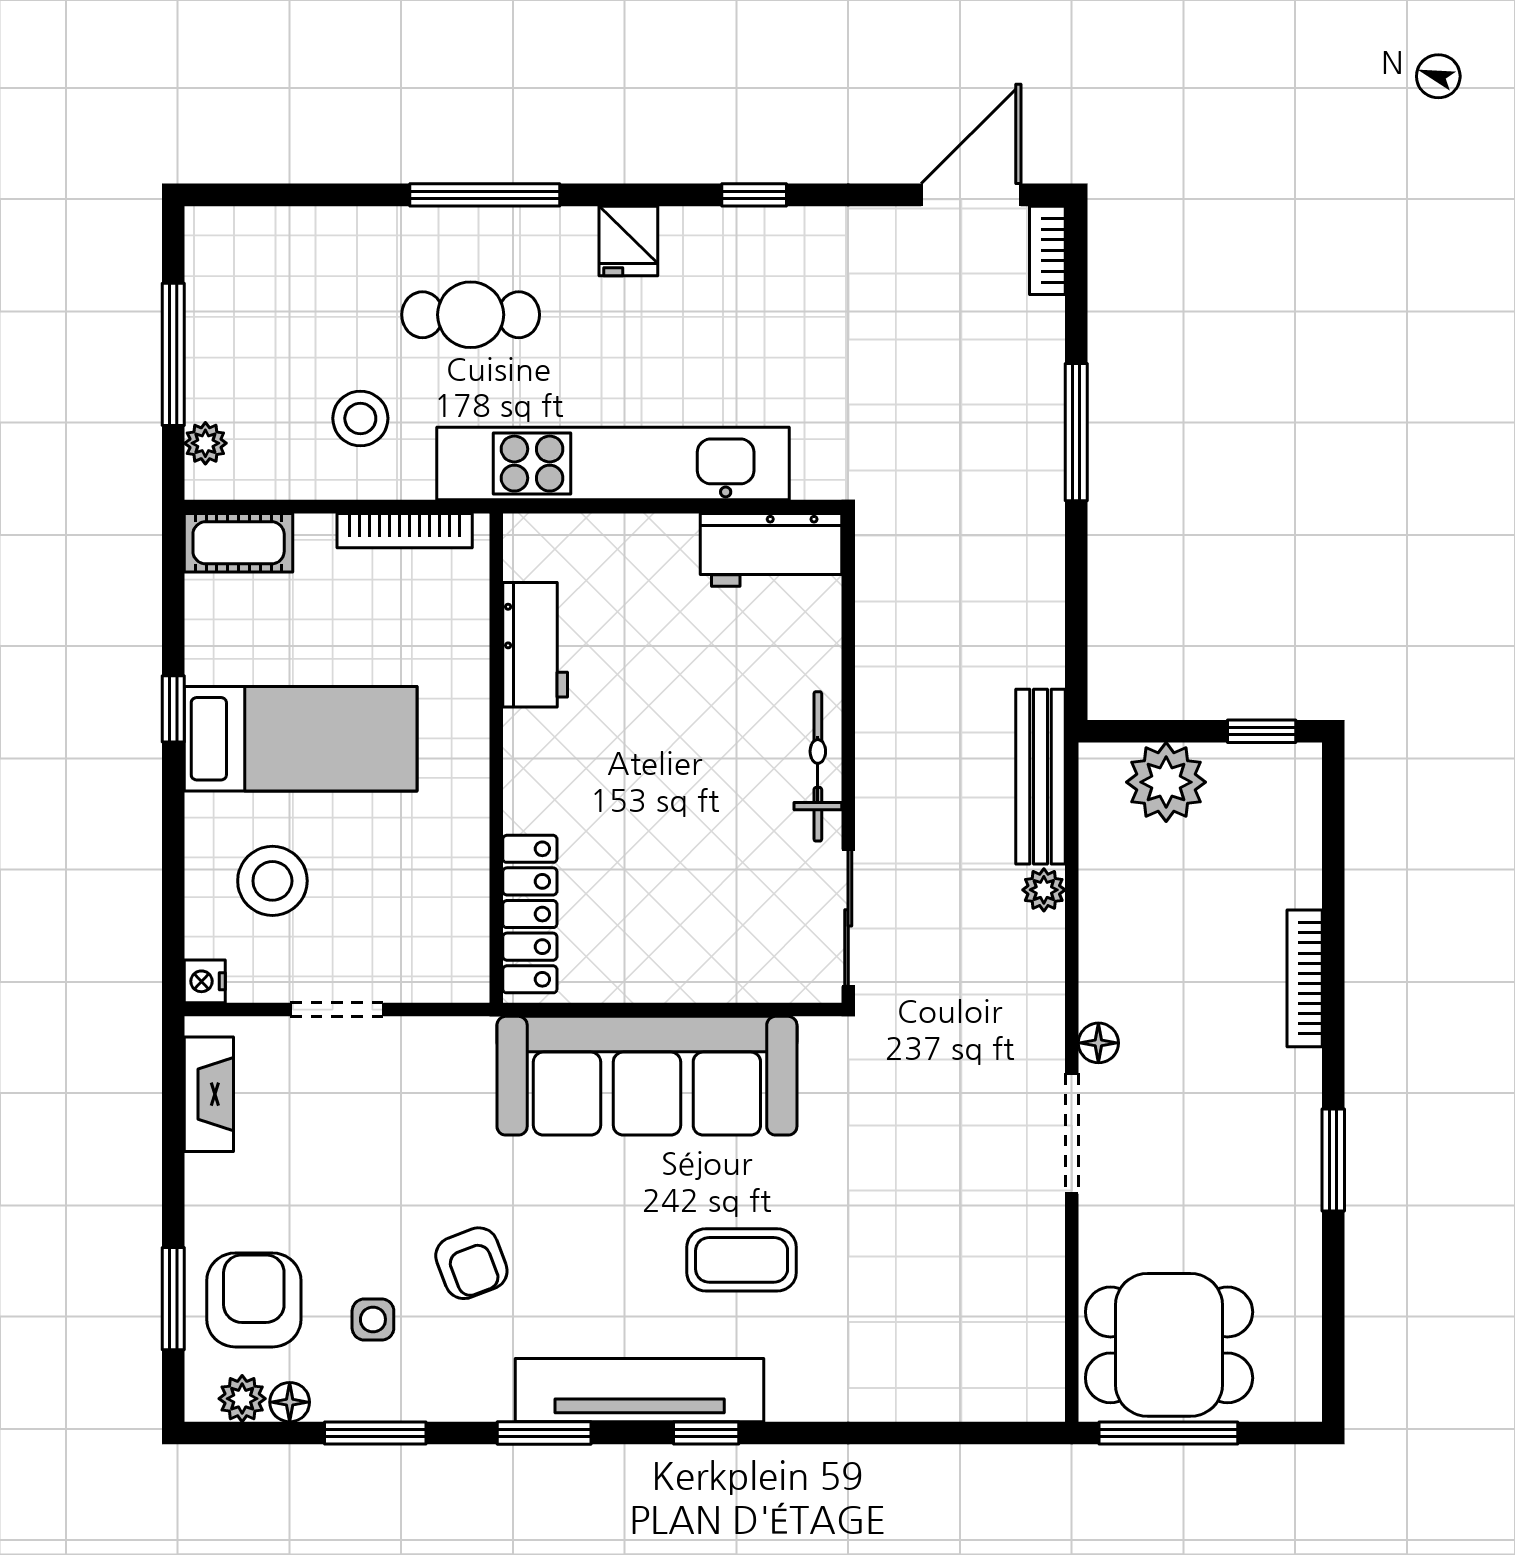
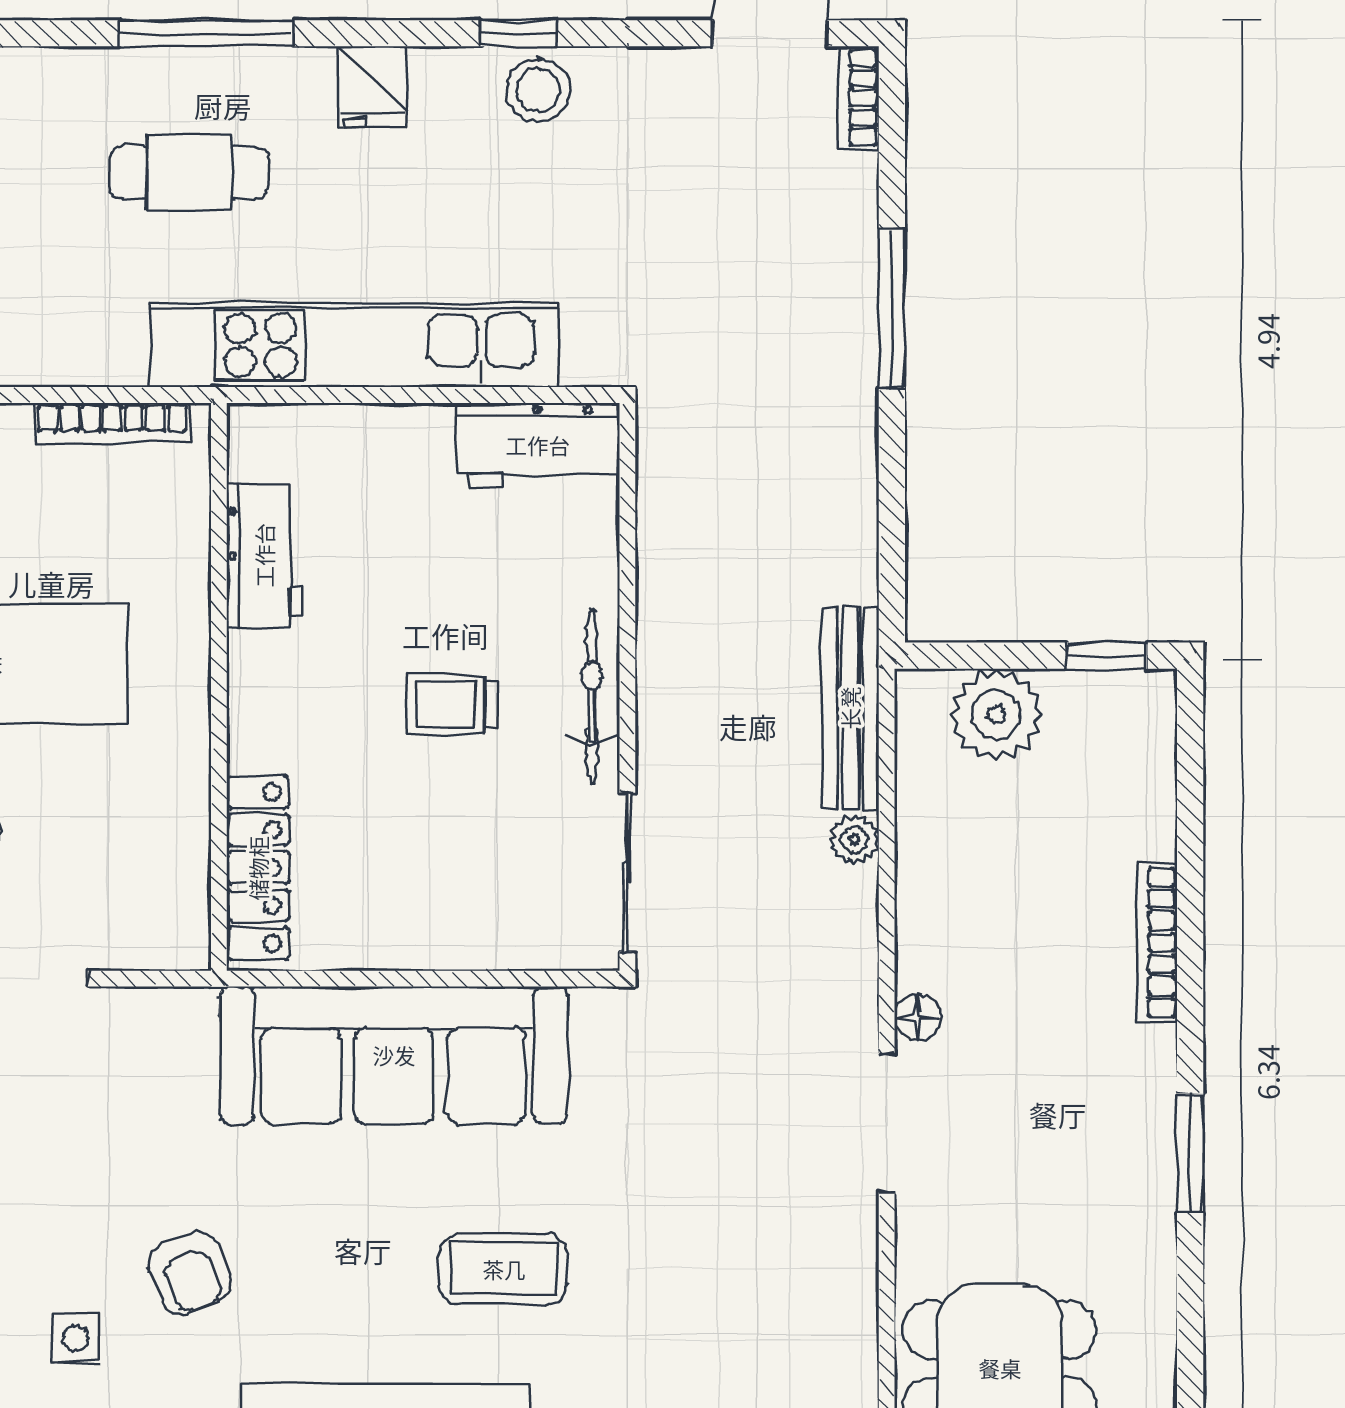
stool: (360, 418) -> (538, 90), moved
trolley: (697, 773) -> (452, 704), added

